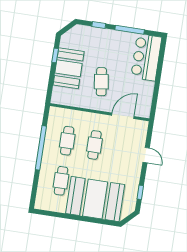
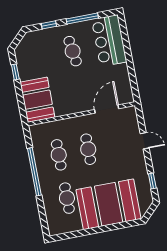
booth: (69, 68) -> (37, 100), moved
cafe table: (101, 82) -> (73, 51), moved

